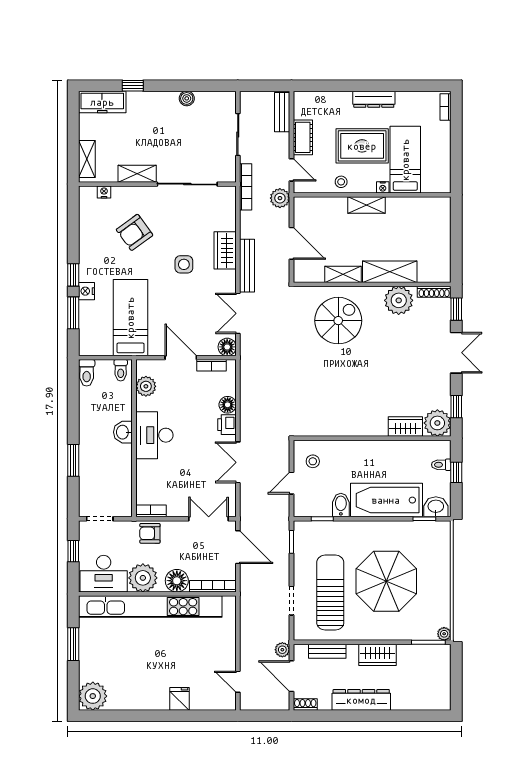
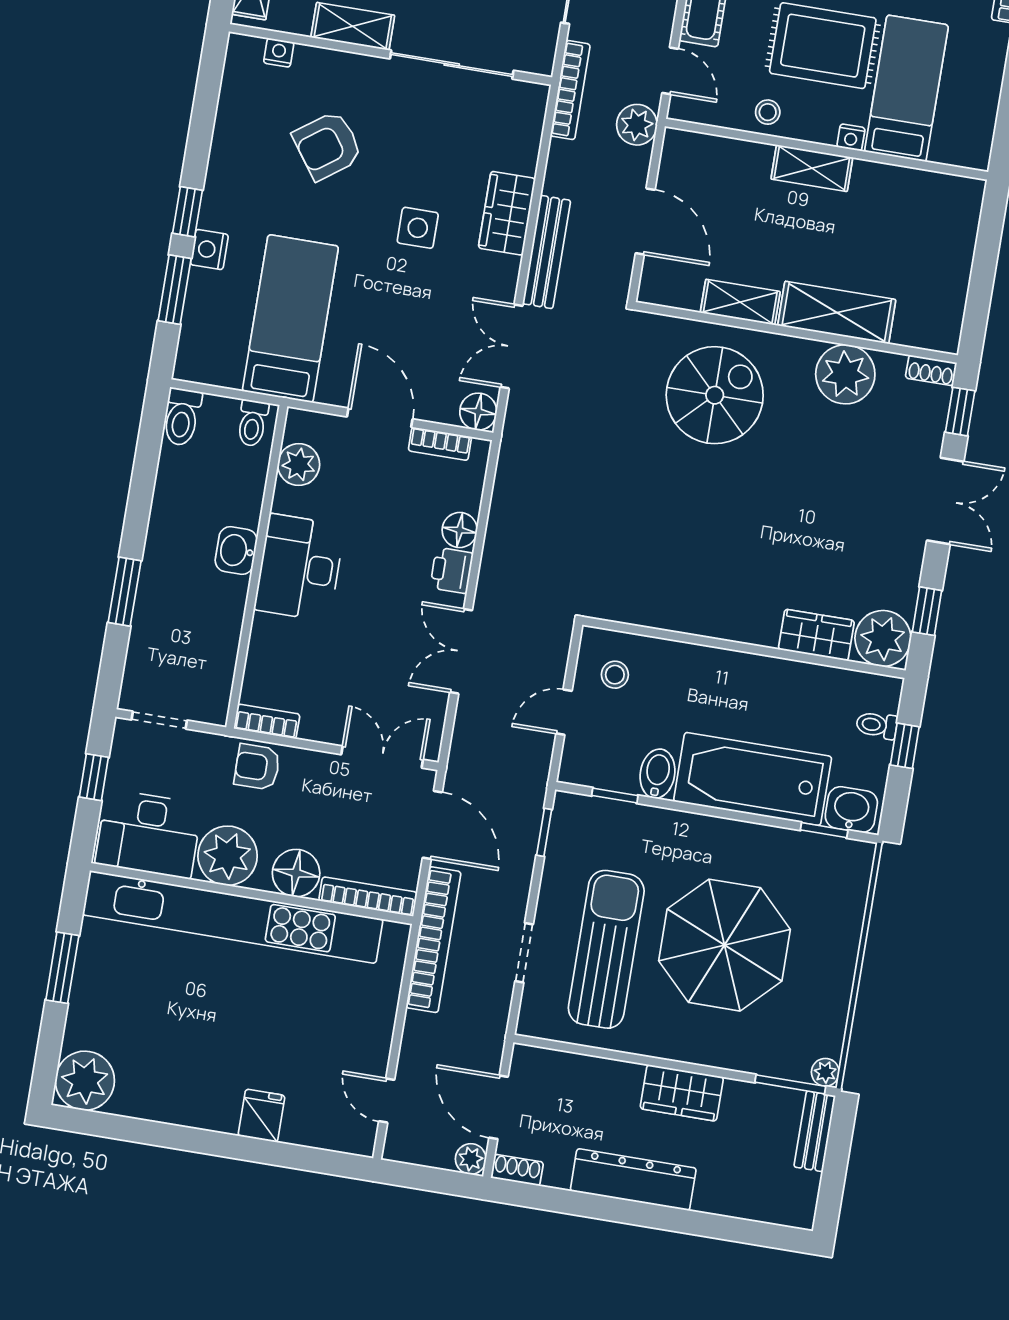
shoe rack: (434, 292) -> (931, 370), width x0.70
bookcase: (247, 602) -> (434, 940), added
plant: (282, 650) -> (471, 1159), moved
bench: (327, 651) -> (815, 1131), moved, turned 90

